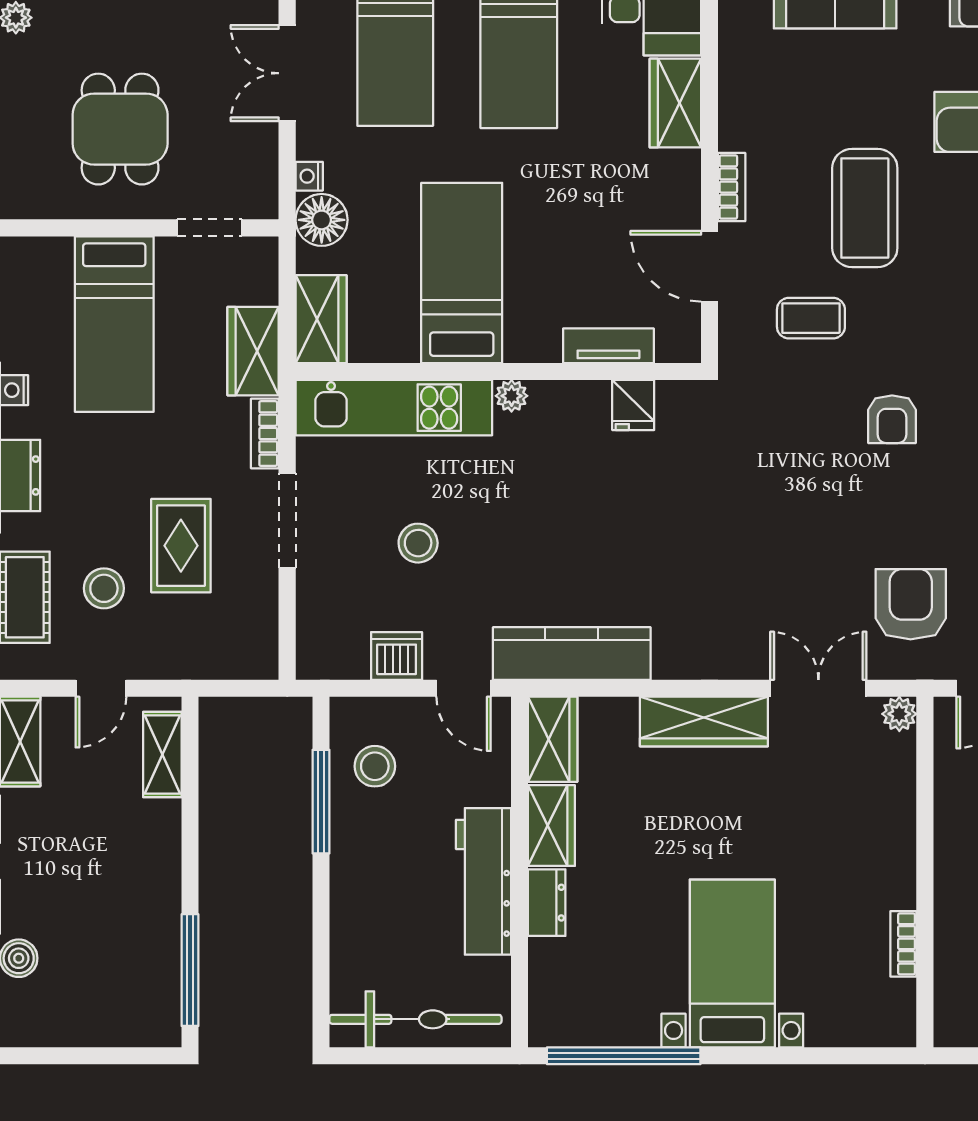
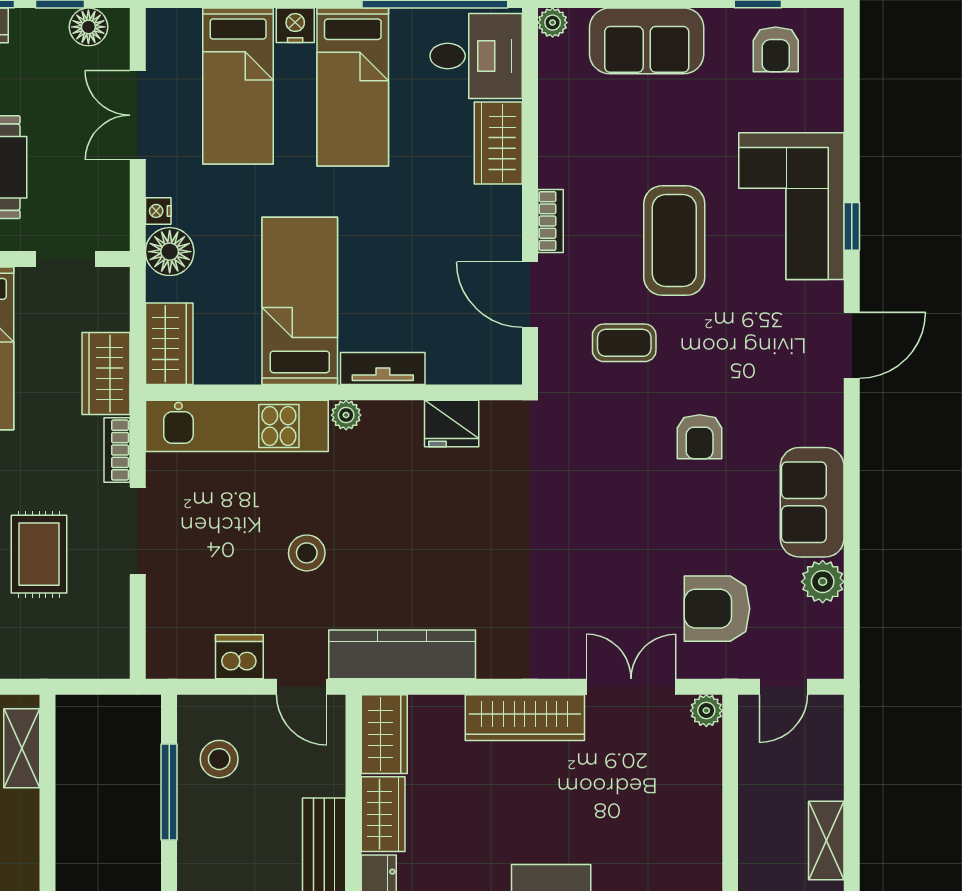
tv unit: (608, 346) -> (383, 368), moved
fridge: (633, 405) -> (452, 424), width x1.38
stool: (418, 543) -> (307, 553), moved
armchair: (911, 604) -> (717, 609), turned -90

